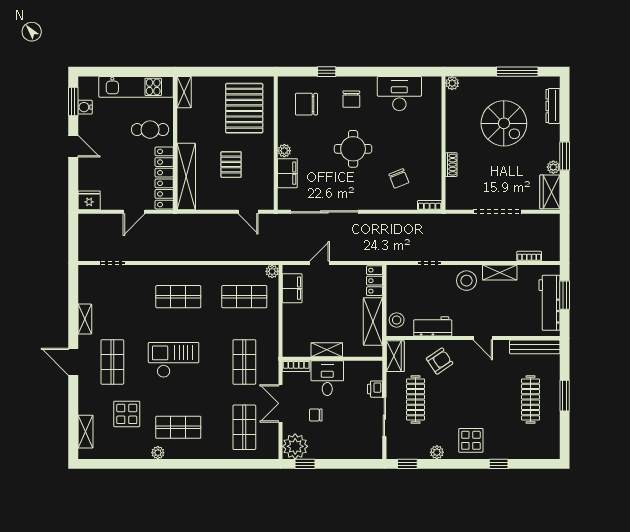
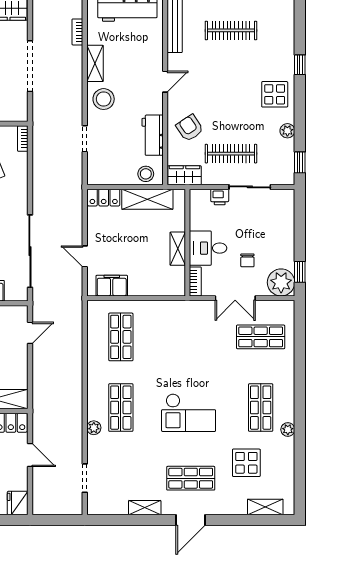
plant: (272, 271) -> (94, 428), moved
checkout: (174, 360) -> (189, 413), turned -90
shop shelf: (244, 362) -> (191, 337), removed

